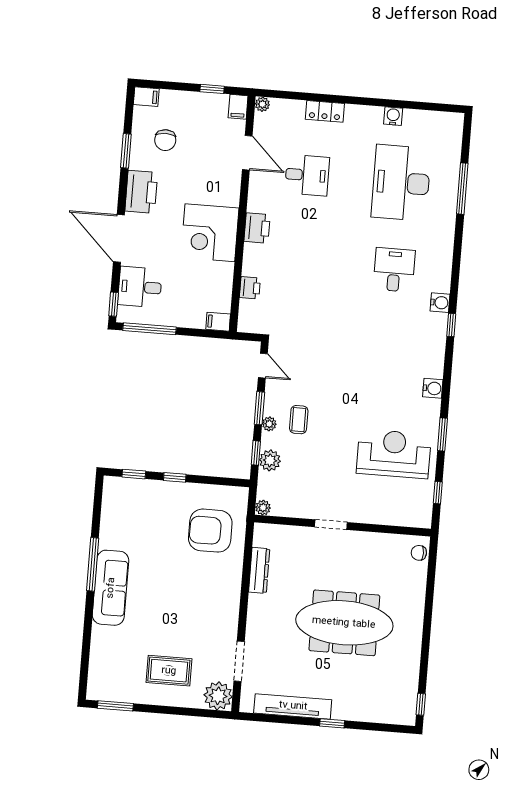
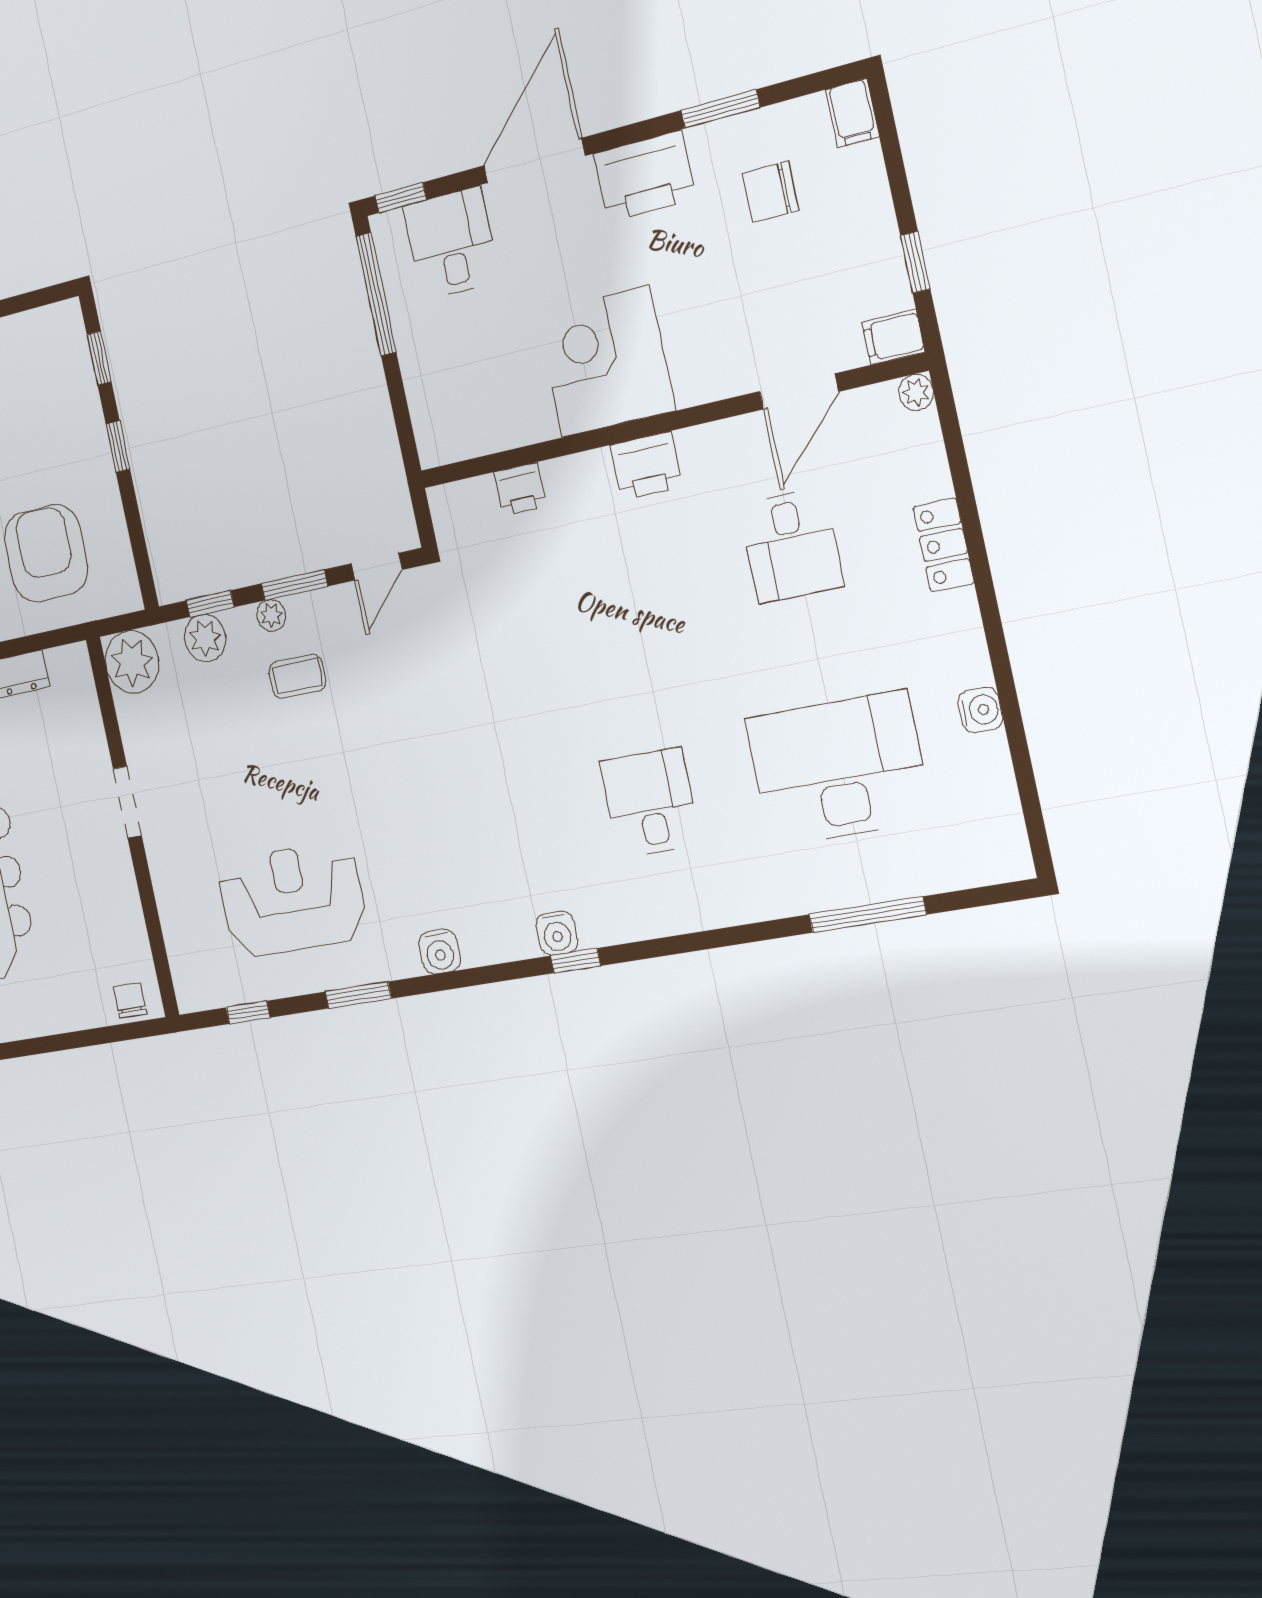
desk: (394, 270) -> (650, 803), turned -90
water cooler: (440, 303) -> (557, 933), moved
filing cabinet: (218, 322) -> (433, 440), removed
reception desk: (394, 454) -> (292, 899), turned -90
plant: (263, 508) -> (132, 662), width x1.88, depth x1.88

